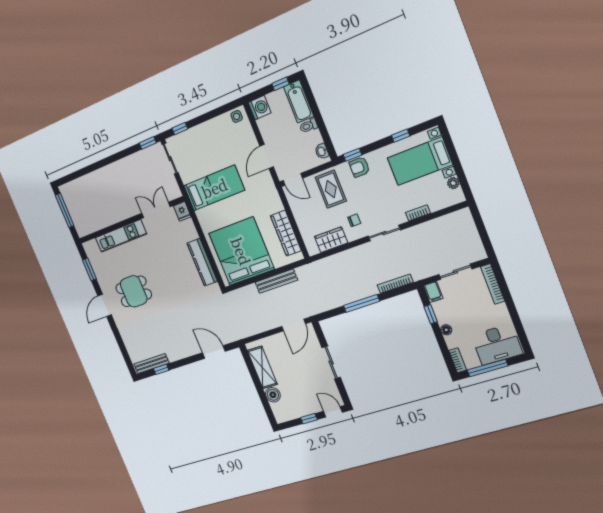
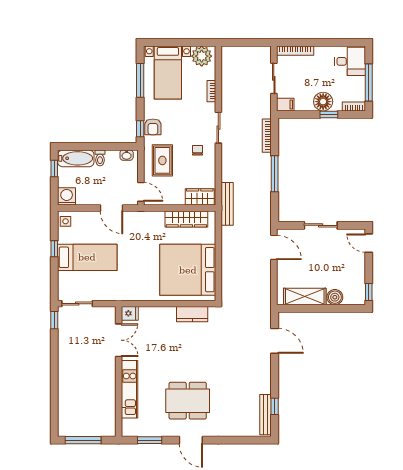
window: (180, 129) -> (54, 249), moved
window: (401, 136) -> (140, 80), width x2.17
door: (293, 179) -> (141, 192), hinge flipped
plant: (453, 183) -> (202, 56), width x1.87, depth x1.87
bed: (214, 188) -> (87, 257), moved, turned 90
rug: (331, 189) -> (162, 160), turned 90
double door: (156, 210) -> (119, 340), swing flipped
wardrobe: (331, 240) -> (200, 197), moved, turned 90
kitchen counter: (202, 262) -> (192, 314), width x0.67
bench: (276, 281) -> (227, 204), moved
dining table: (134, 291) -> (188, 401), width x1.38
window: (431, 314) -> (329, 114), moved
floor lamp: (446, 330) -> (323, 102), width x1.89, depth x1.89
desk: (497, 344) -> (350, 61), width x0.73
door: (214, 352) -> (275, 341), swing flipped
door: (333, 412) -> (369, 243), hinge flipped
window: (309, 419) -> (369, 292), moved

